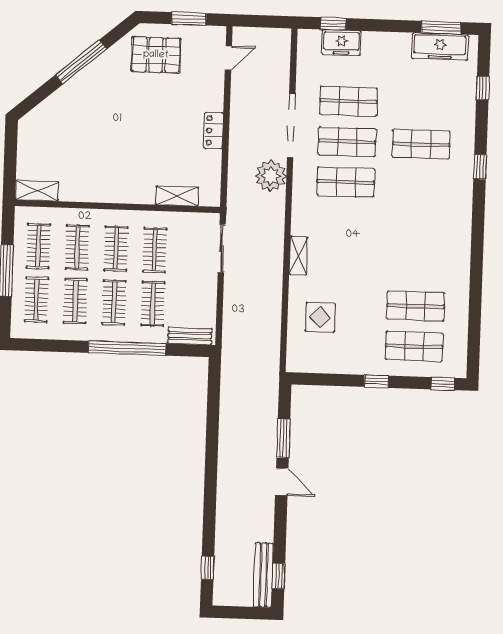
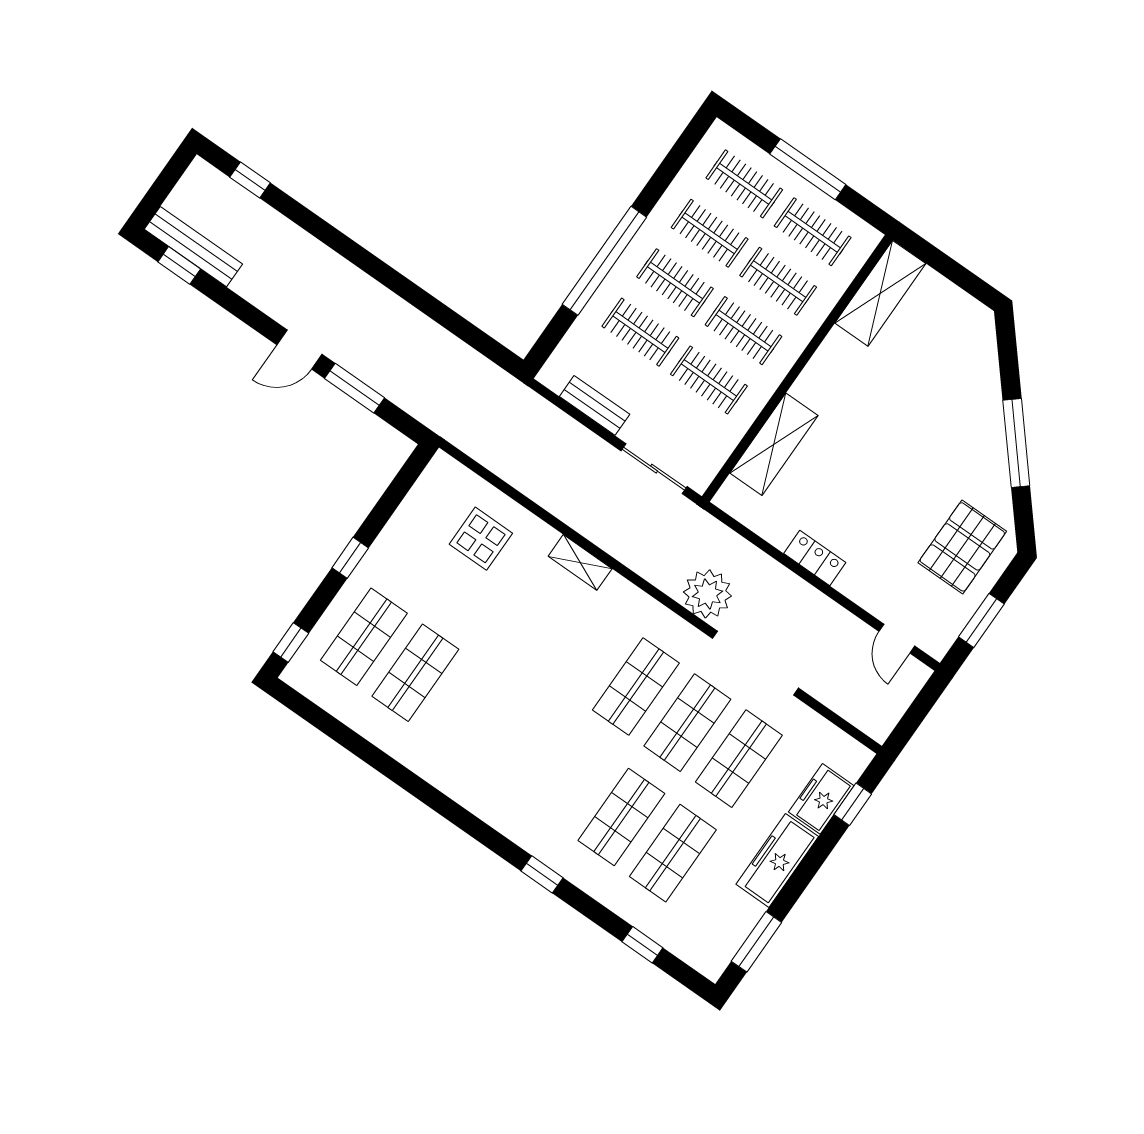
freezer: (440, 47) -> (777, 860), moved
shop shelf: (423, 104) -> (673, 853), added
shelving: (37, 191) -> (880, 293), width x1.50, depth x1.33
shelving: (177, 196) -> (774, 444), width x1.50, depth x1.33
bench: (190, 336) -> (595, 405), moved, turned 90

